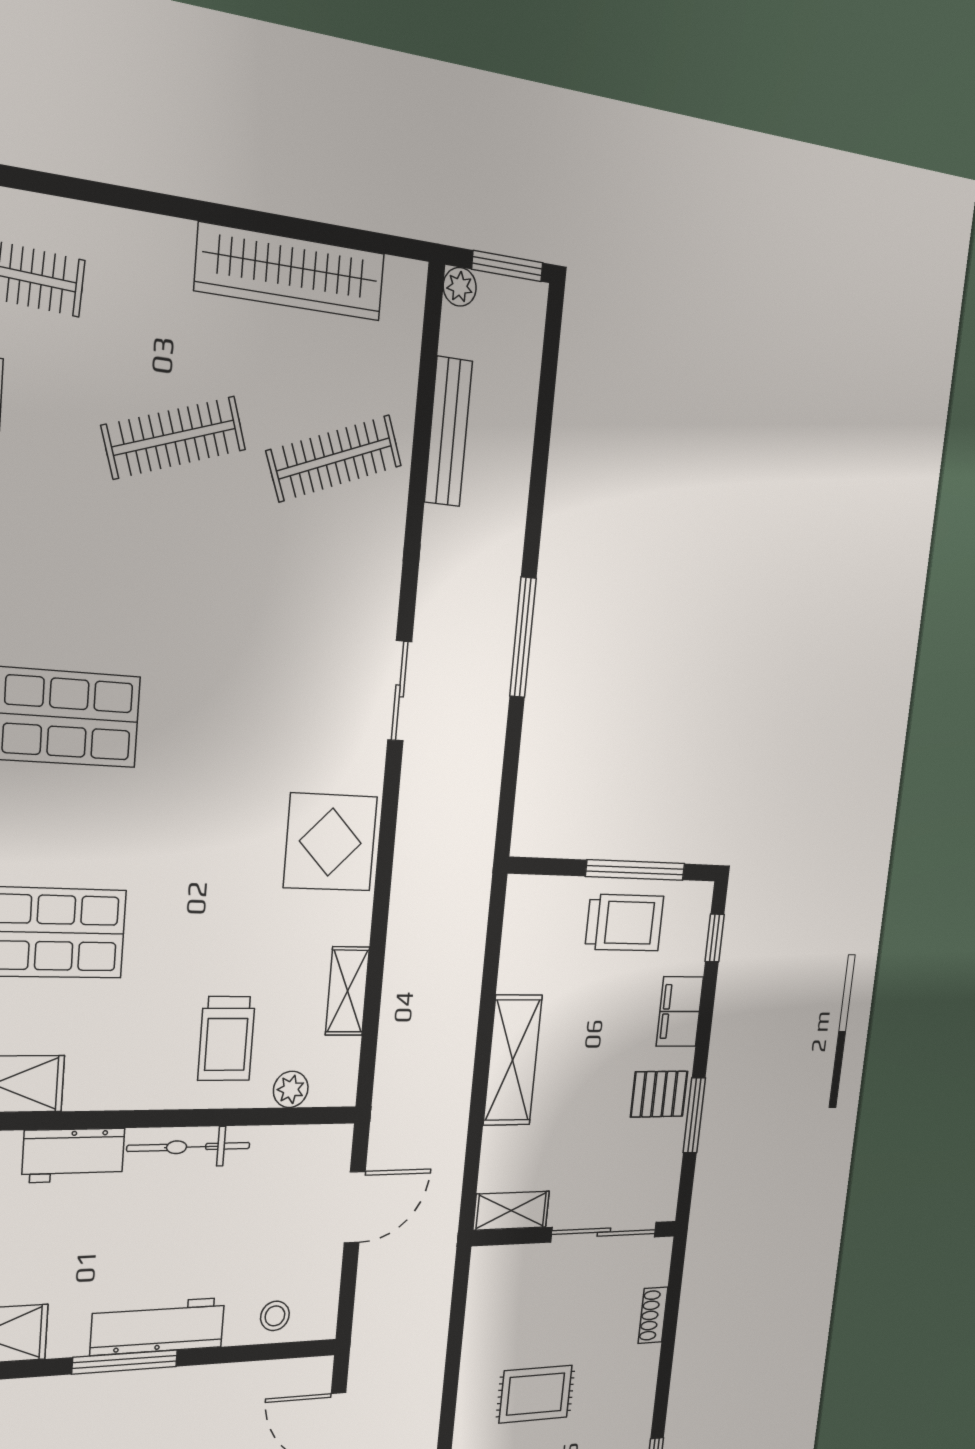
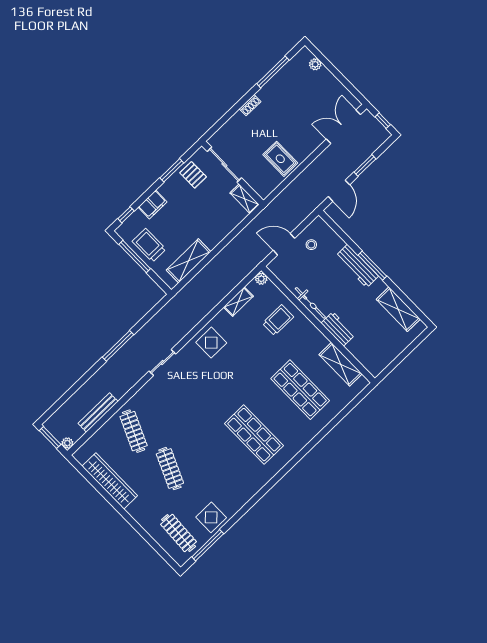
clothes rail: (174, 438) -> (170, 469), turned 42
clothes rail: (334, 458) -> (134, 431), turned 45
display table: (330, 842) -> (211, 343), width x0.73, depth x0.73
shelving: (513, 1060) -> (189, 261), moved
plant: (291, 1089) -> (261, 279), moved
pallet: (659, 1094) -> (193, 175), moved
shoe rack: (653, 1315) -> (250, 105), moved
stool: (275, 1316) -> (311, 245), moved
rug: (536, 1394) -> (280, 159), moved

